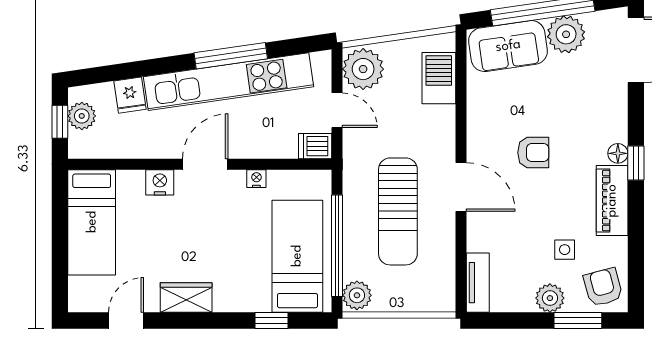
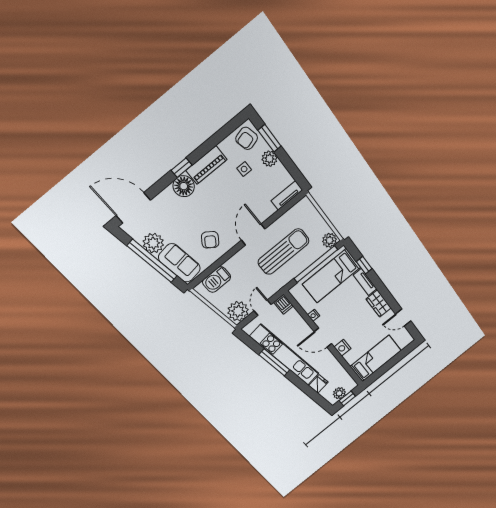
armchair: (533, 153) -> (210, 240), moved, turned -145
floor lamp: (618, 153) -> (184, 186), width x1.89, depth x1.89
tv unit: (242, 302) -> (365, 282), added

